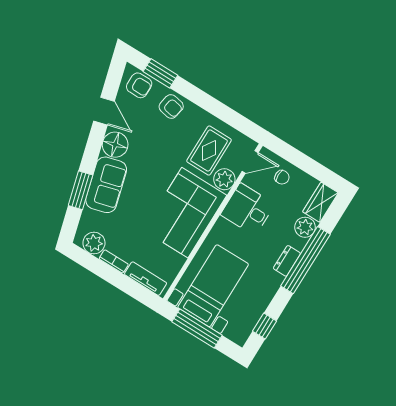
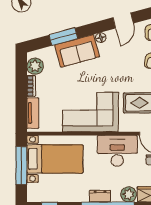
floor lamp: (115, 145) -> (101, 38), width x0.53, depth x0.53
plant: (224, 179) -> (127, 124), removed
desk: (248, 209) -> (117, 151), width x1.37

